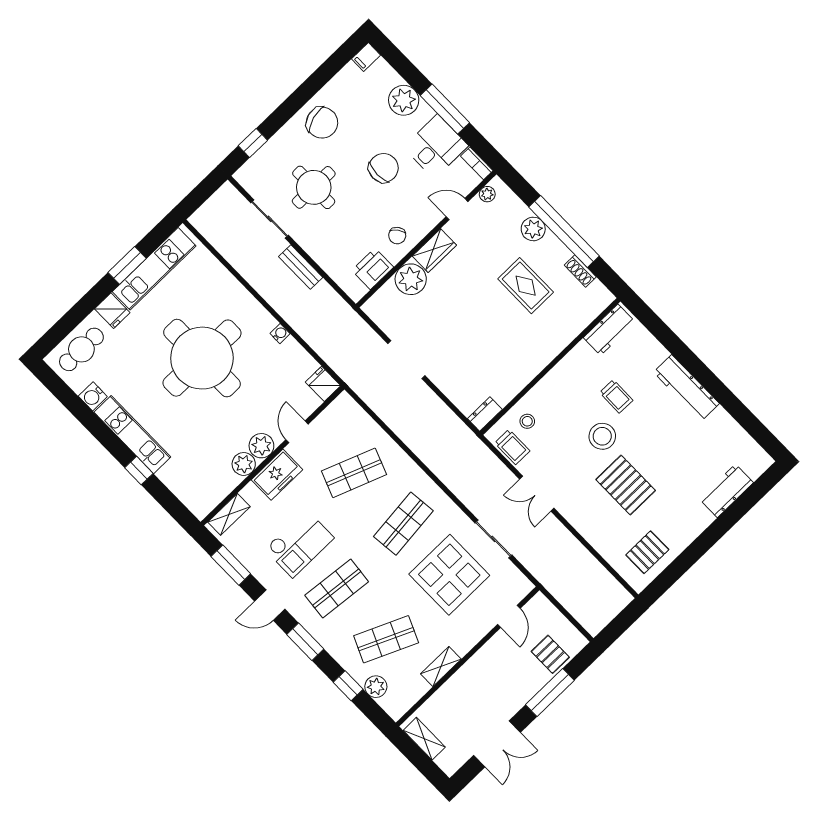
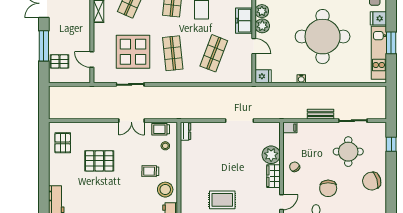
printer: (373, 269) -> (291, 143), removed
filing cabinet: (354, 289) -> (290, 128), added
trolley: (616, 396) -> (150, 171), moved
stool: (602, 436) -> (165, 190), moved
double door: (537, 494) -> (131, 121), swing flipped

